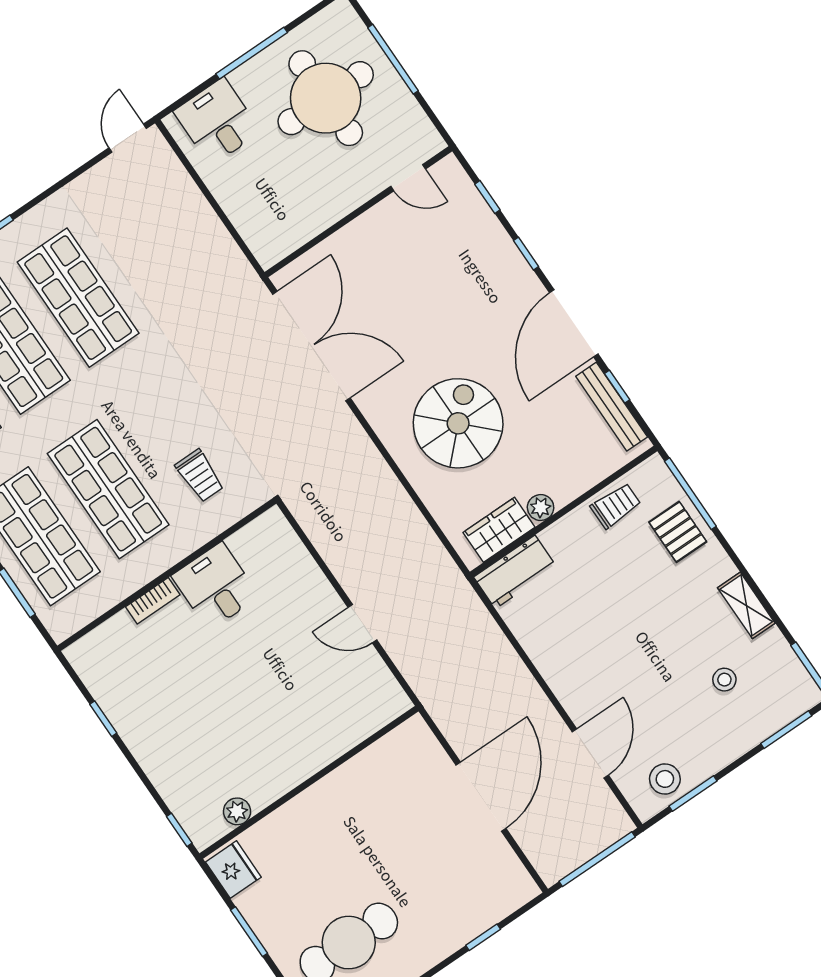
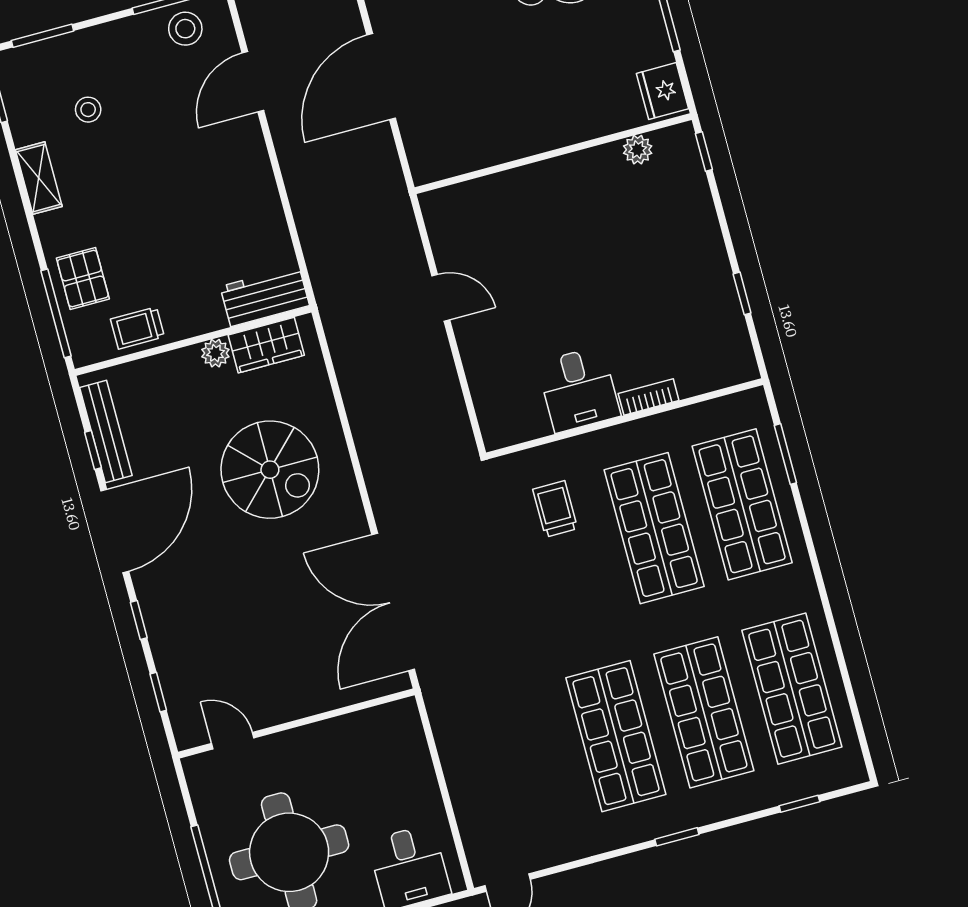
spiral stairs: (458, 423) -> (270, 470), turned -90

